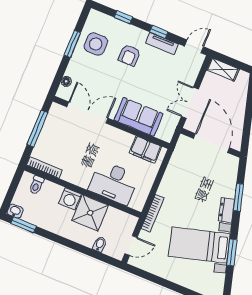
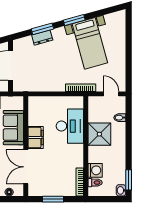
window: (37, 129) -> (53, 199), width x0.69
filing cabinet: (145, 150) -> (36, 138), moved
washing machine: (70, 199) -> (95, 170), moved
dresser: (227, 210) -> (42, 38), moved
window: (232, 252) -> (74, 20), moved

